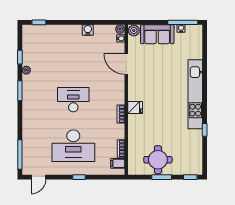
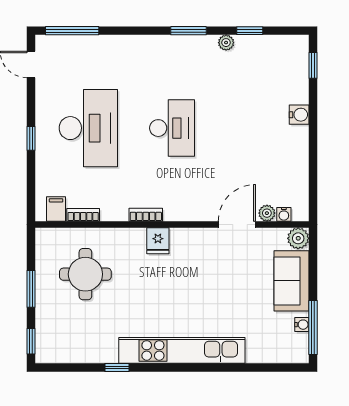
plant: (120, 29) -> (267, 213), moved
water cooler: (88, 30) -> (299, 115), moved
desk: (73, 146) -> (88, 128), turned 180
round table: (158, 160) -> (85, 274), moved

